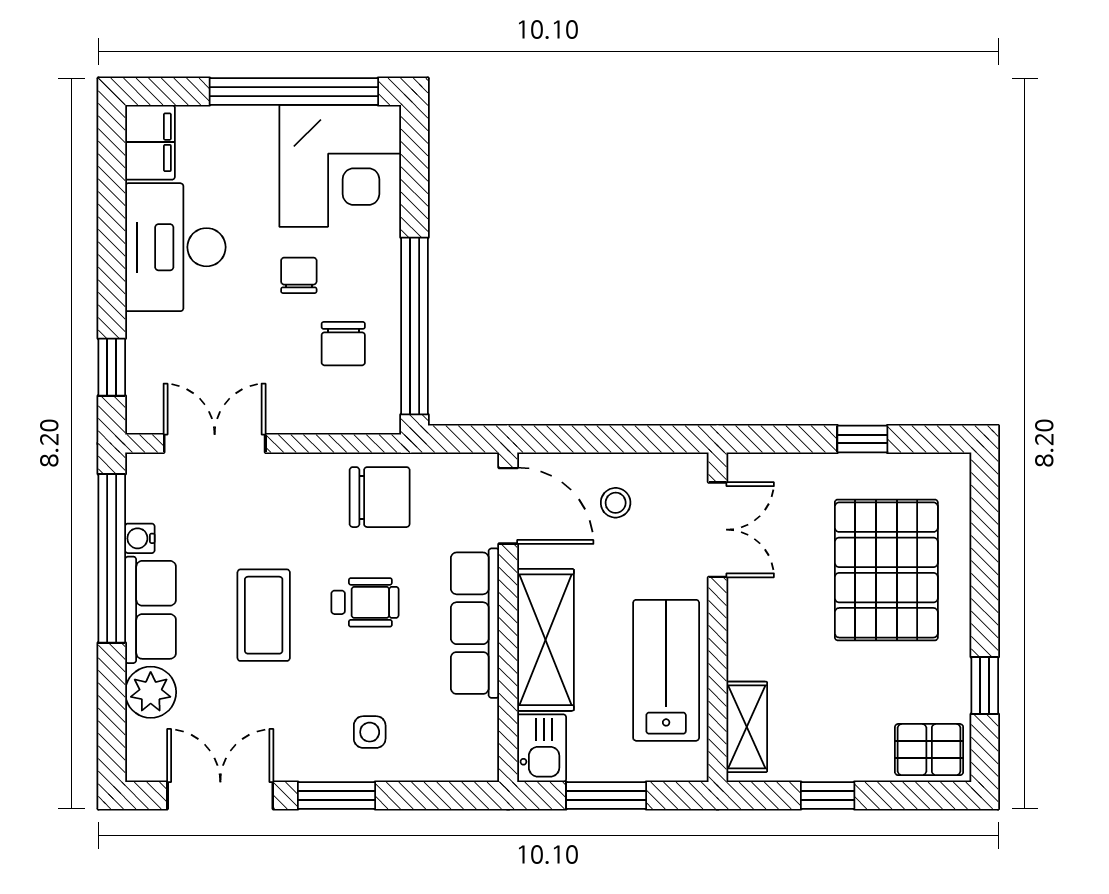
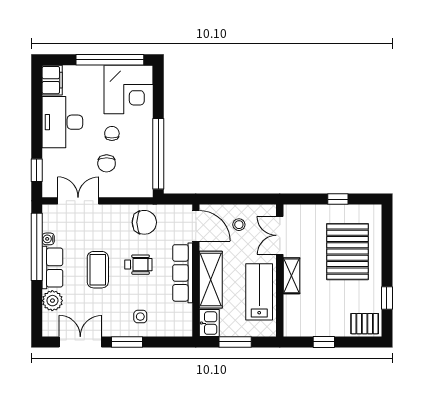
chair: (343, 344) -> (107, 163), moved
double door: (718, 530) -> (280, 235), swing flipped
shelving: (747, 727) -> (292, 276), moved

